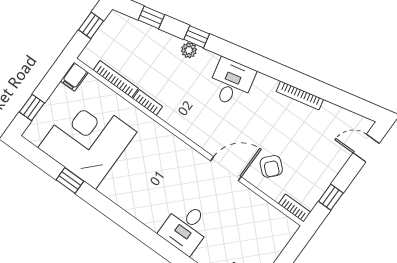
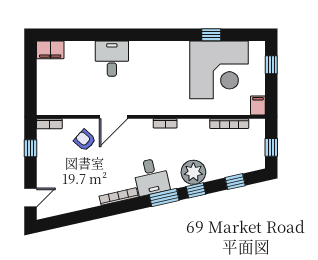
plant: (189, 50) -> (193, 172), width x1.87, depth x1.87
window: (233, 52) -> (164, 198), added
bookcase: (300, 95) -> (119, 197), moved
bookcase: (148, 103) -> (165, 123), moved

